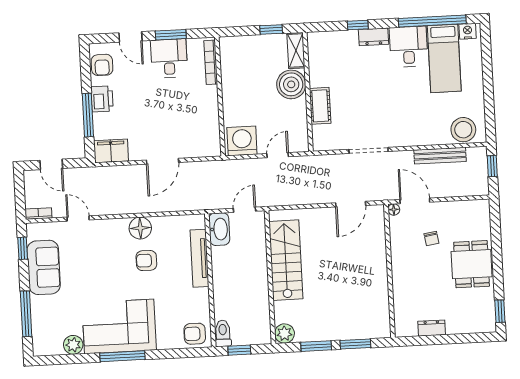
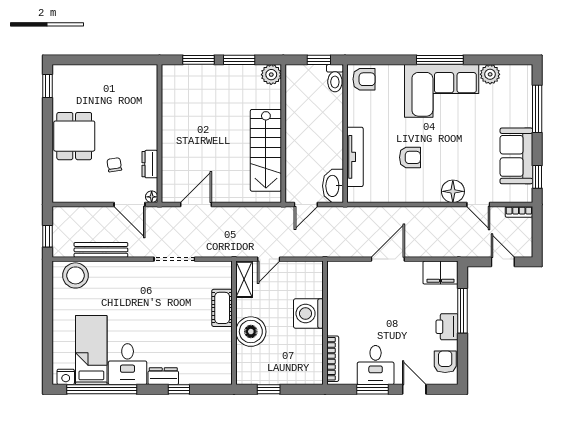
shelving: (296, 50) -> (244, 279), moved
washing machine: (242, 141) -> (308, 313), moved, turned 90
floor lamp: (140, 228) -> (453, 191), moved
dresser: (432, 328) -> (150, 164), moved, turned 90

